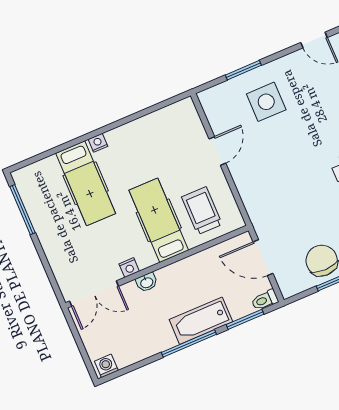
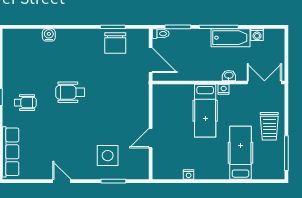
nightstand: (98, 143) -> (189, 175), moved
trolley: (202, 211) -> (269, 126), moved
nightstand: (129, 268) -> (224, 89), moved
bathtub: (201, 321) -> (230, 38), moved
washing machine: (106, 366) -> (257, 35), moved

